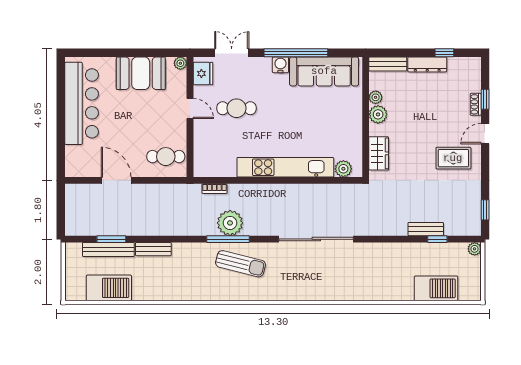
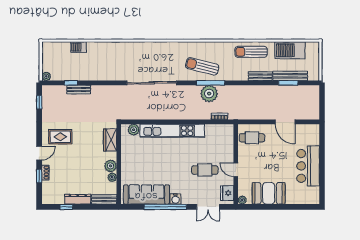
bar counter: (82, 103) -> (308, 166), width x0.73
sun lounger: (167, 286) -> (251, 52), added
barbecue: (436, 288) -> (79, 47), width x0.53, depth x0.65

